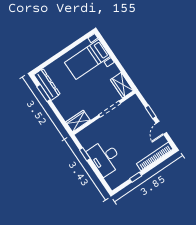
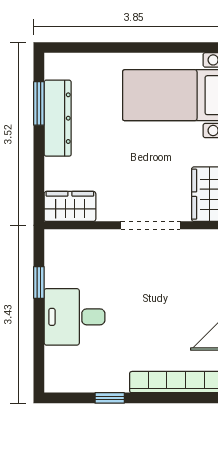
dresser: (47, 84) -> (58, 118), moved
desk: (105, 158) -> (74, 317), width x0.73

